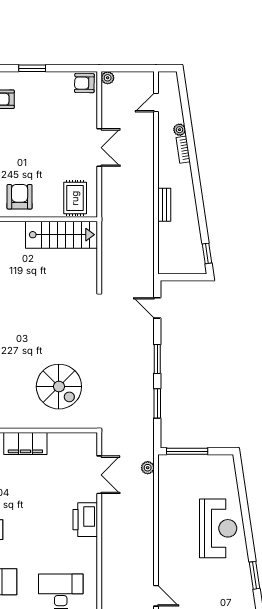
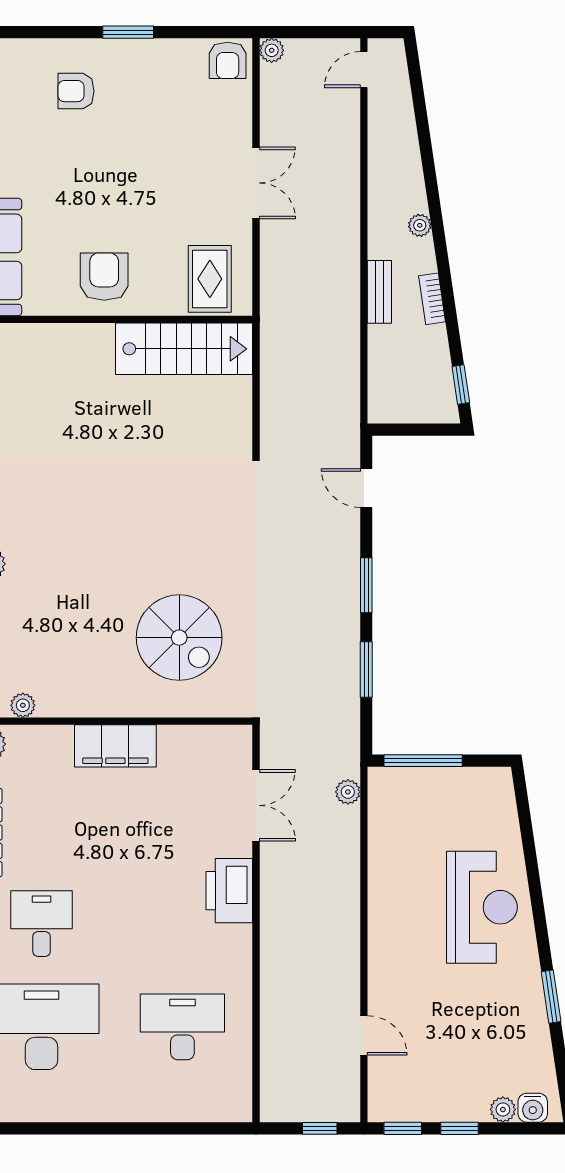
armchair: (84, 83) -> (228, 60), turned -91
door: (156, 103) -> (364, 70), moved
plant: (180, 130) -> (420, 225), moved
bookcase: (183, 150) -> (432, 299), moved

